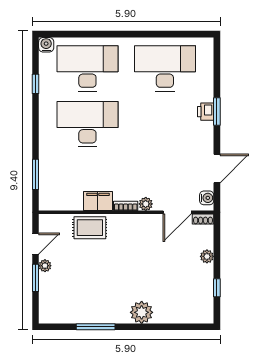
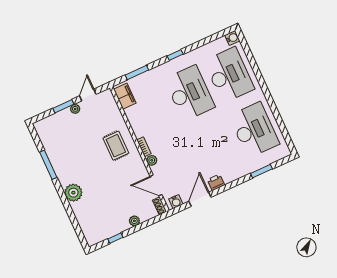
window: (36, 84) -> (175, 55), moved
printer: (206, 112) -> (216, 182), moved
window: (217, 112) -> (261, 171), moved
door: (217, 169) -> (200, 199), swing flipped
filing cabinet: (98, 201) -> (125, 96), moved
rug: (90, 228) -> (116, 146), moved
door: (36, 244) -> (88, 95), swing flipped

